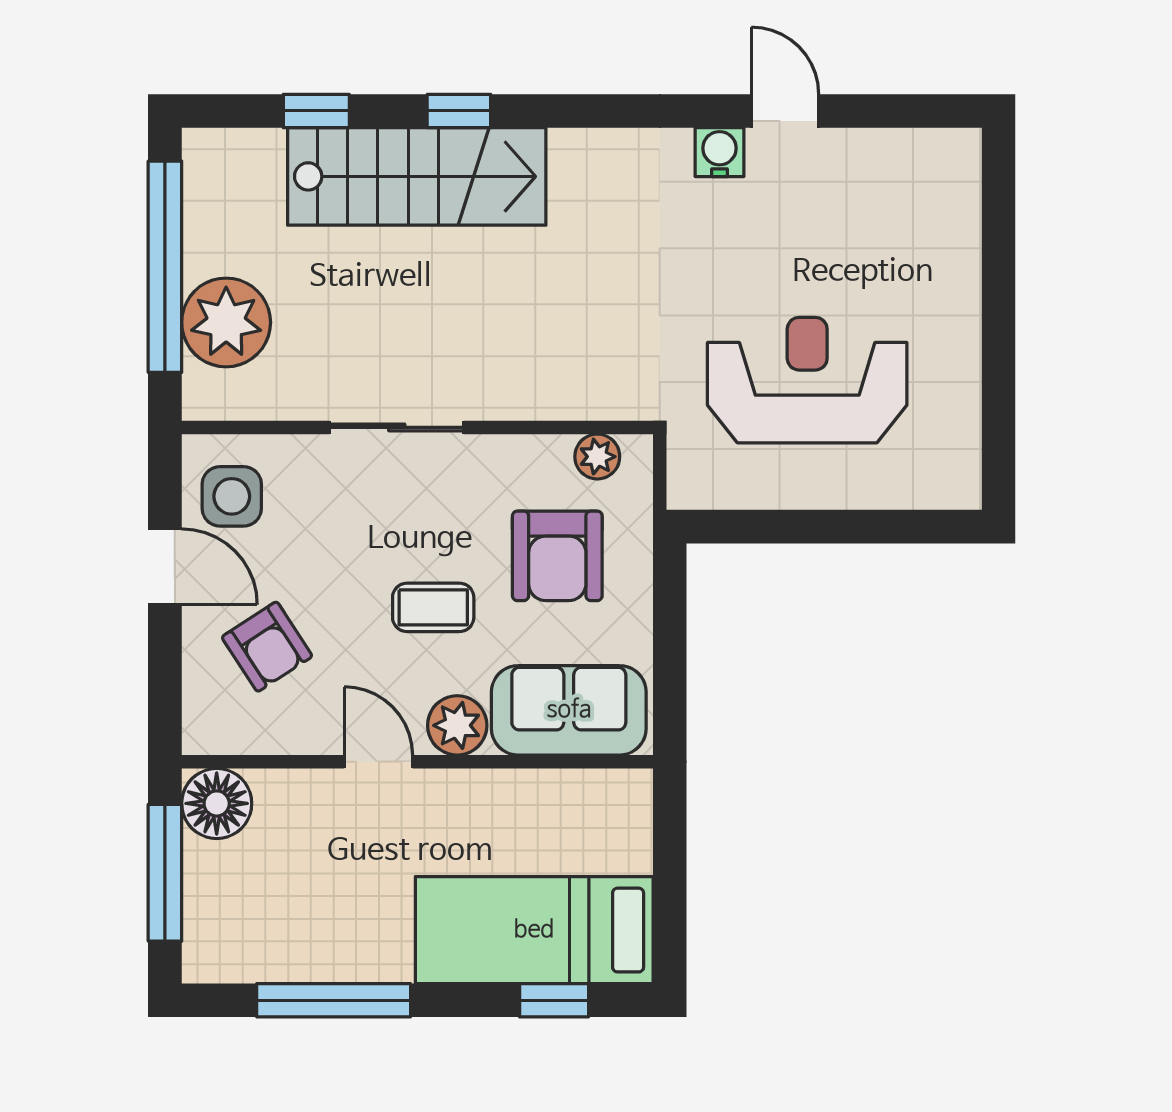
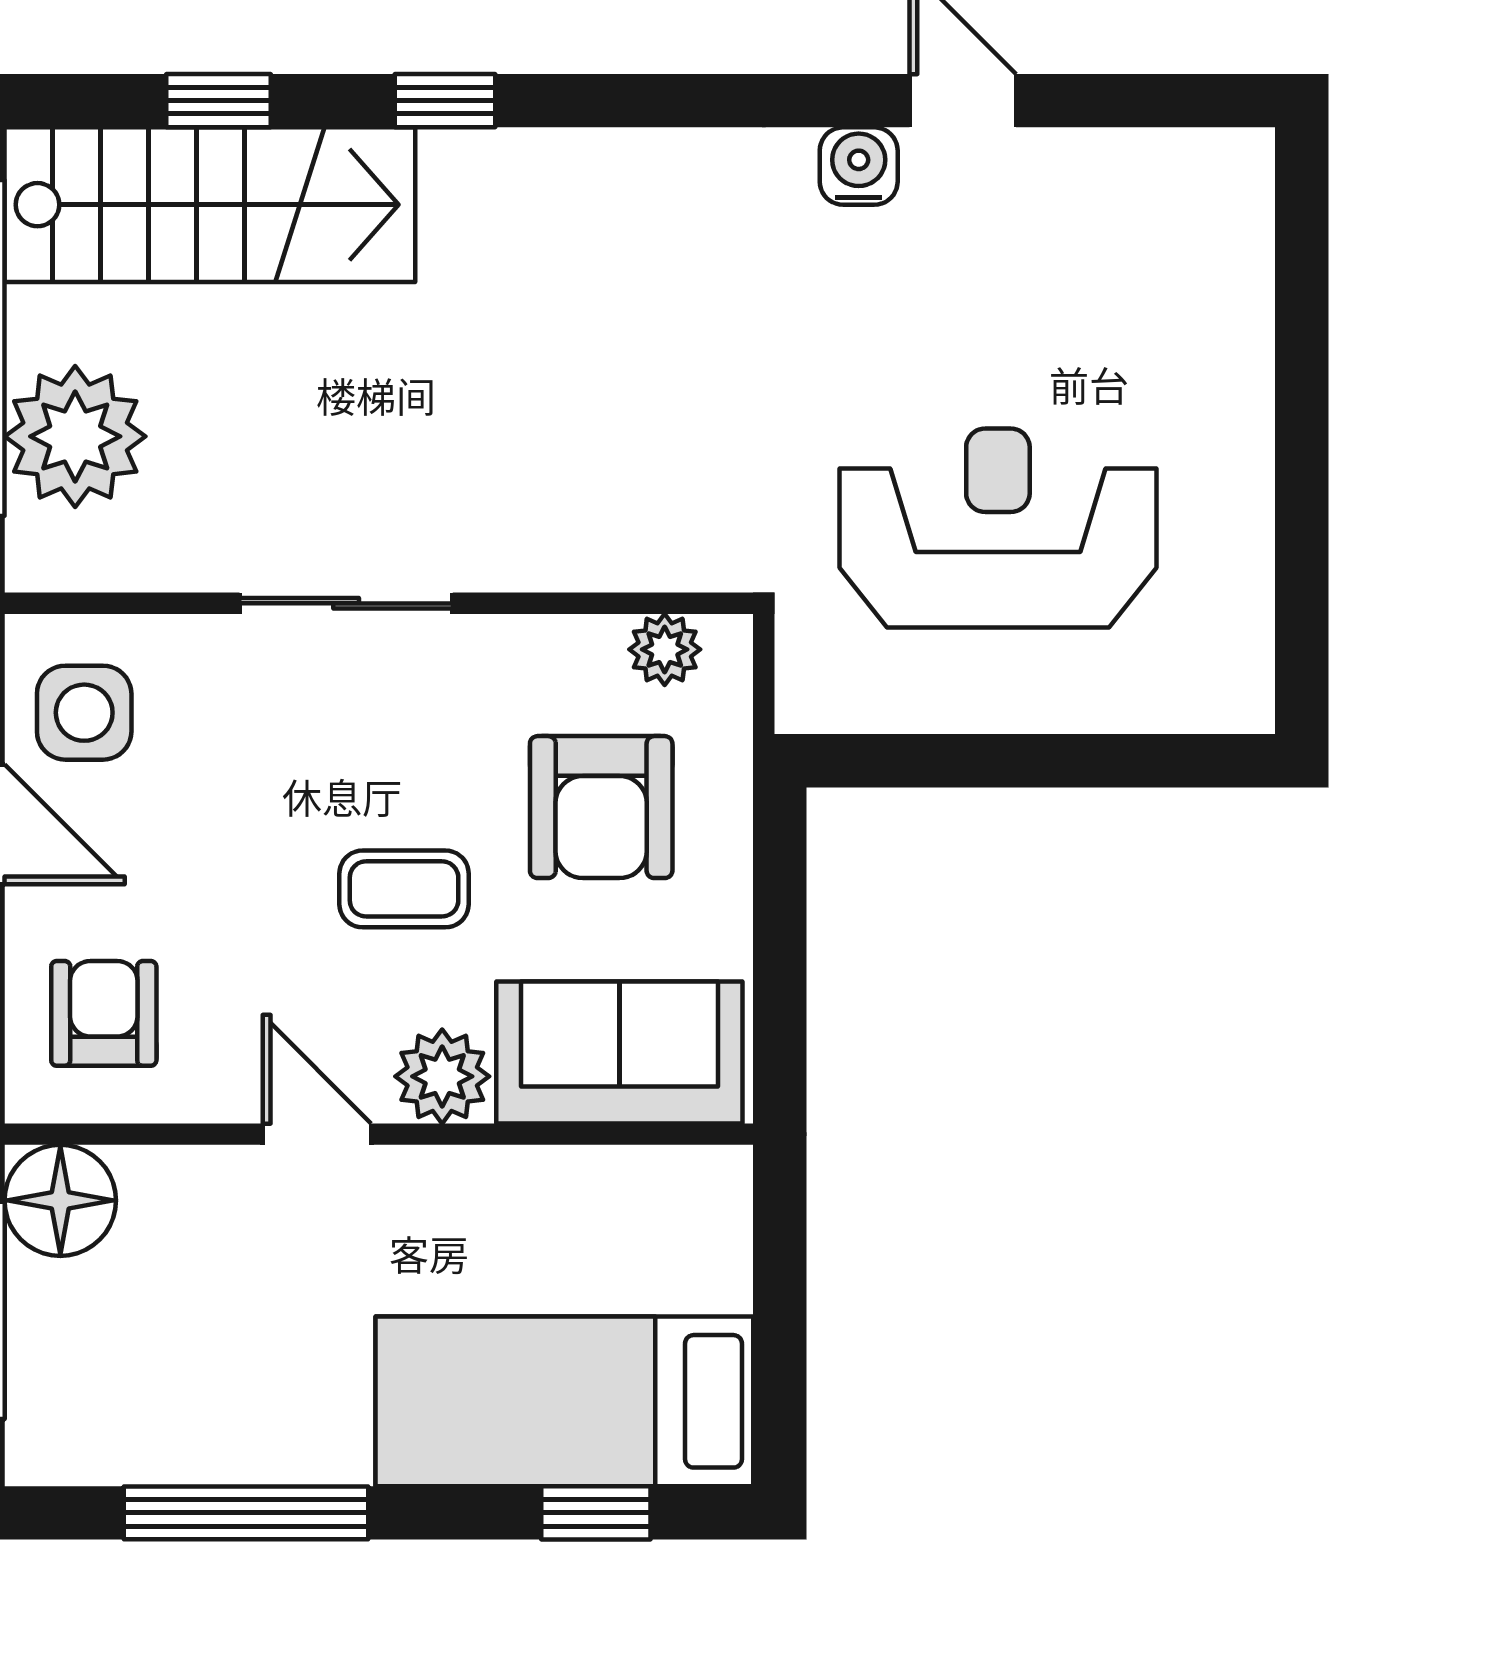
stairs: (417, 176) -> (210, 205), moved
armchair: (267, 647) -> (104, 1013), moved, turned -147

